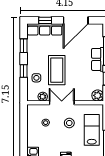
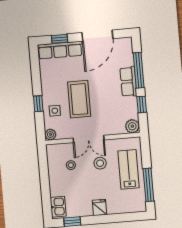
window: (24, 46) -> (36, 72), removed
plant: (43, 97) -> (50, 134), moved
double door: (62, 103) -> (89, 139), swing flipped

